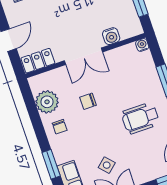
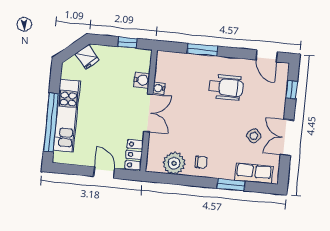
water cooler: (142, 45) -> (159, 88), moved
chair: (88, 101) -> (190, 127), removed
wheelchair: (140, 118) -> (226, 87), turned -90

